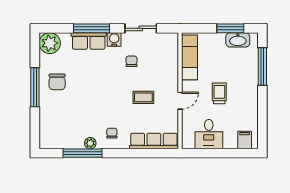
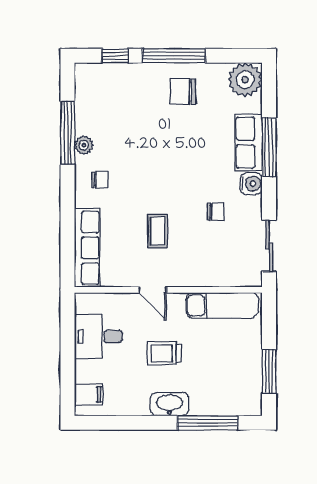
sliding door: (141, 28) -> (269, 246), moved
washbasin: (238, 40) -> (170, 404), moved, turned 90
trolley: (219, 93) -> (164, 353), turned 180
window: (35, 124) -> (115, 56), added

